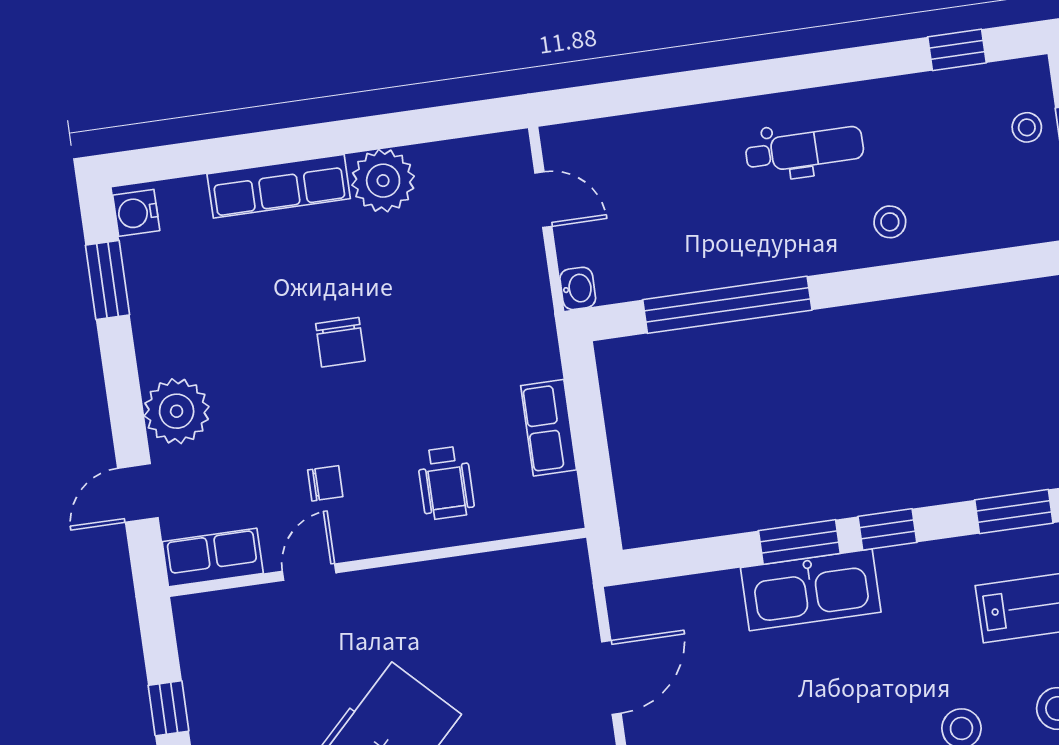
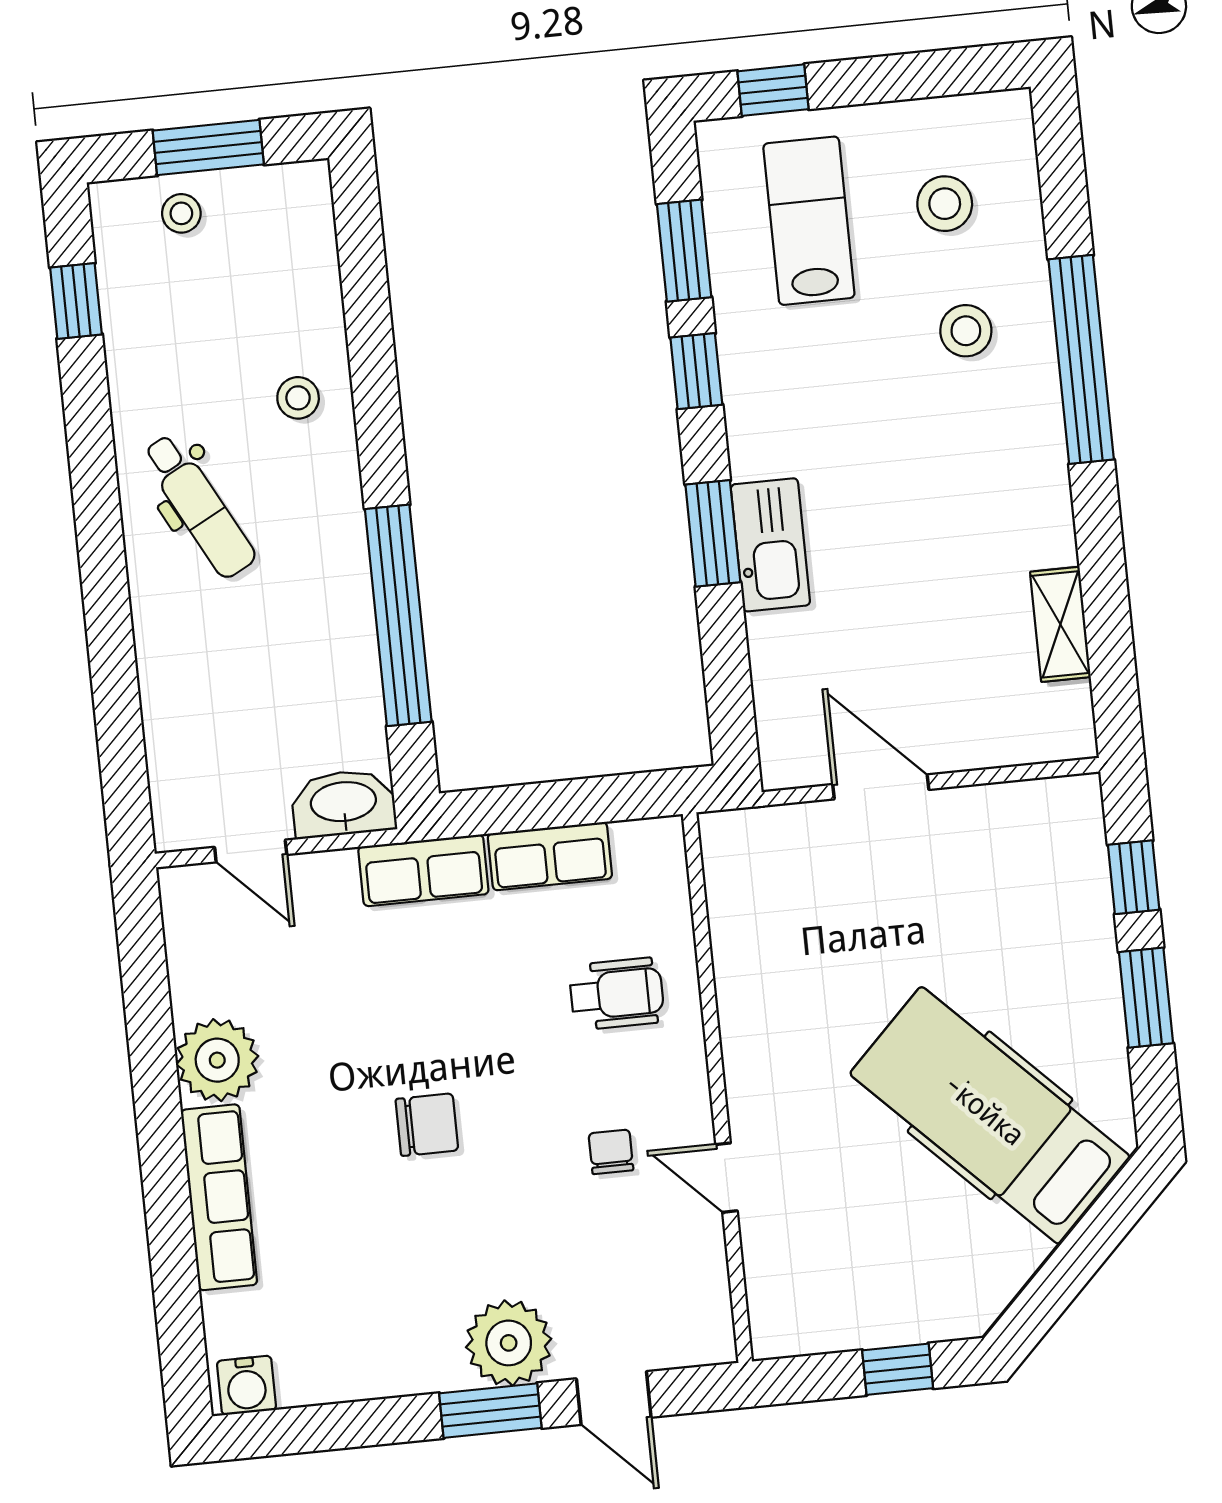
dental chair: (804, 150) -> (199, 506), turned 152
door: (543, 200) -> (251, 851), swing flipped
window: (108, 280) -> (490, 1411), moved
washbasin: (578, 288) -> (344, 803), width x1.91, depth x1.45
window: (887, 529) -> (696, 371), moved
row of seats: (213, 557) -> (423, 870), moved, turned -90
kitchen sink: (811, 590) -> (770, 545), width x0.73, depth x0.81

